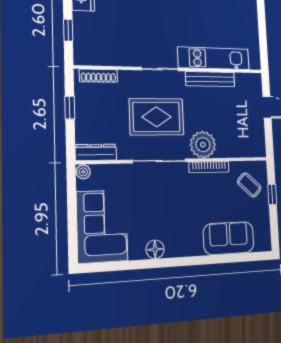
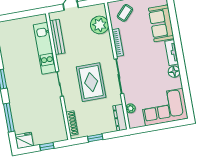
bench: (210, 79) -> (57, 37), moved
plant: (203, 145) -> (100, 25), moved
plant: (83, 172) -> (130, 108), moved
tv unit: (184, 249) -> (172, 53), added

